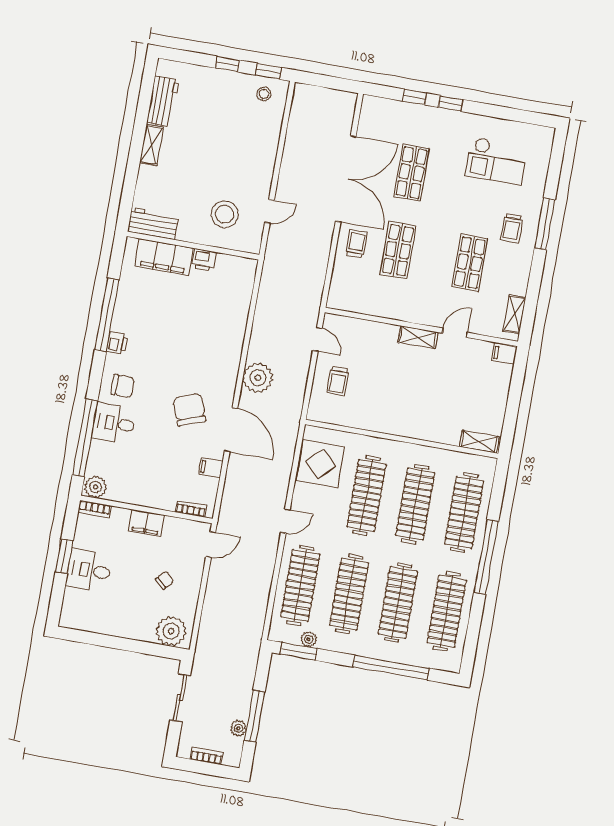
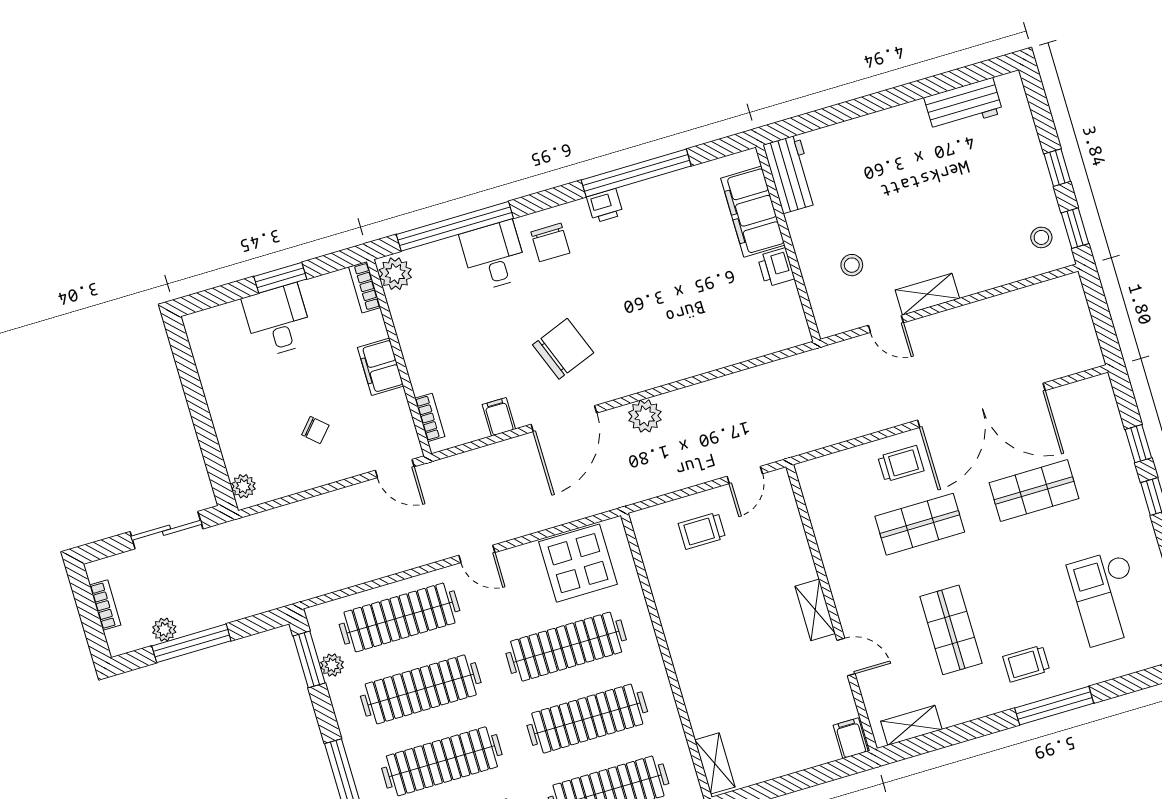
shelving: (152, 145) -> (927, 294), moved
stool: (225, 214) -> (852, 265), width x0.53, depth x0.53
shop shelf: (470, 263) -> (951, 630), turned 90
plant: (258, 378) -> (645, 416), width x0.73, depth x0.73
plant: (171, 631) -> (243, 486), width x0.53, depth x0.53

